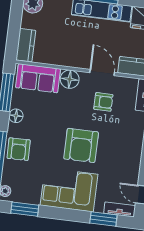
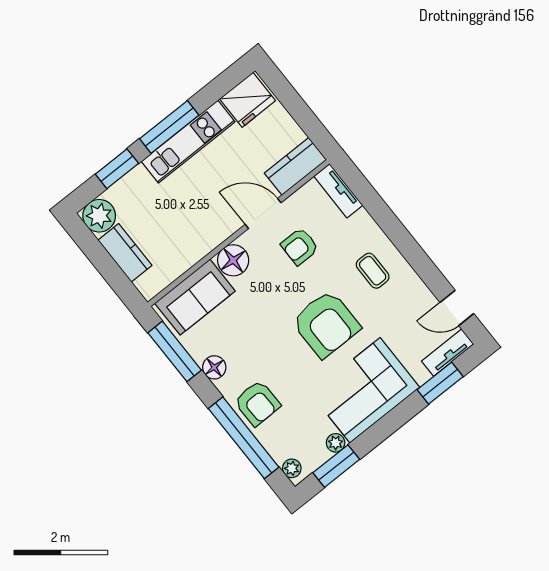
kitchen counter: (26, 45) -> (125, 253), moved
armchair: (103, 102) -> (300, 246), turned 180
coffee table: (123, 143) -> (373, 271), added
plant: (34, 199) -> (336, 443), added

